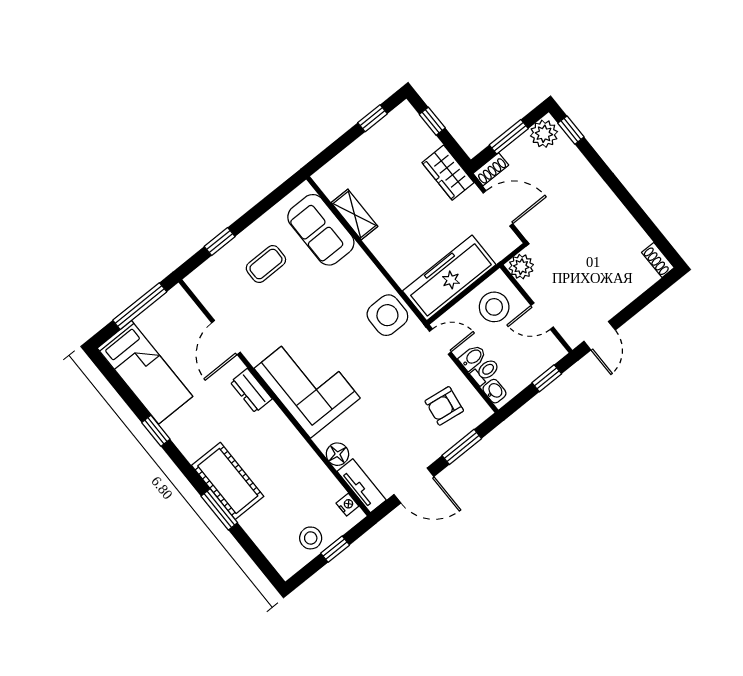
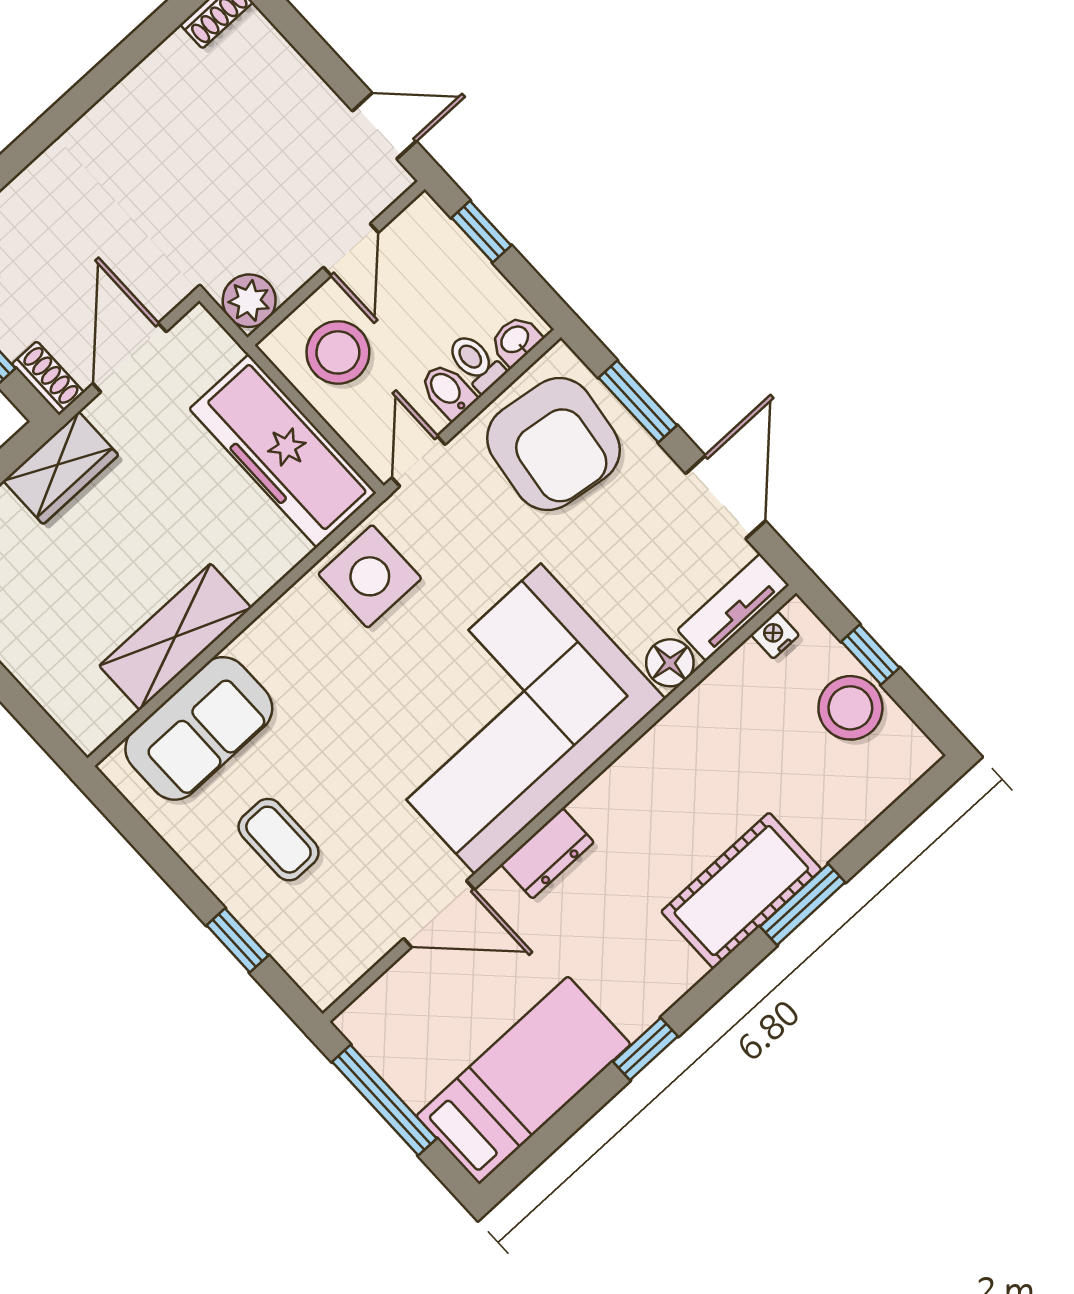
shelving: (355, 214) -> (175, 637), width x1.50, depth x1.33
corner sofa: (307, 383) -> (508, 719), width x1.36, depth x1.36
armchair: (444, 406) -> (553, 444), width x1.88, depth x1.88
stool: (311, 538) -> (850, 708), width x1.38, depth x1.38

